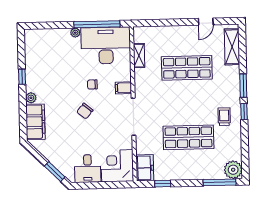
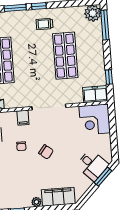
desk: (88, 169) -> (92, 165), moved, turned 45

